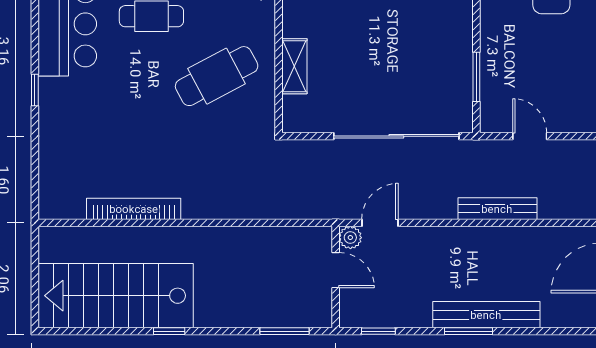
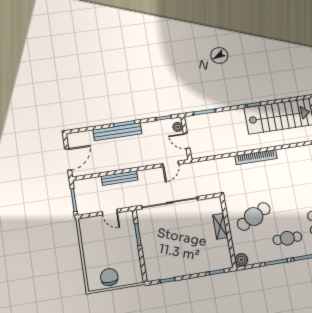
bookcase: (134, 209) -> (256, 157), moved
plant: (350, 238) -> (178, 127), moved

